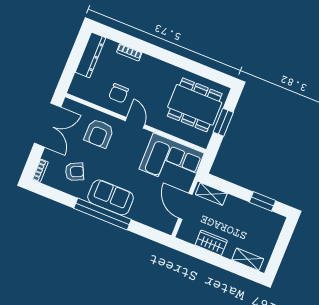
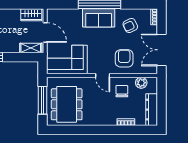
plant: (90, 94) -> (141, 83), added
dining table: (195, 105) -> (67, 104), turned 90
window: (223, 122) -> (42, 100), width x1.44
wardrobe: (211, 243) -> (31, 15), moved

